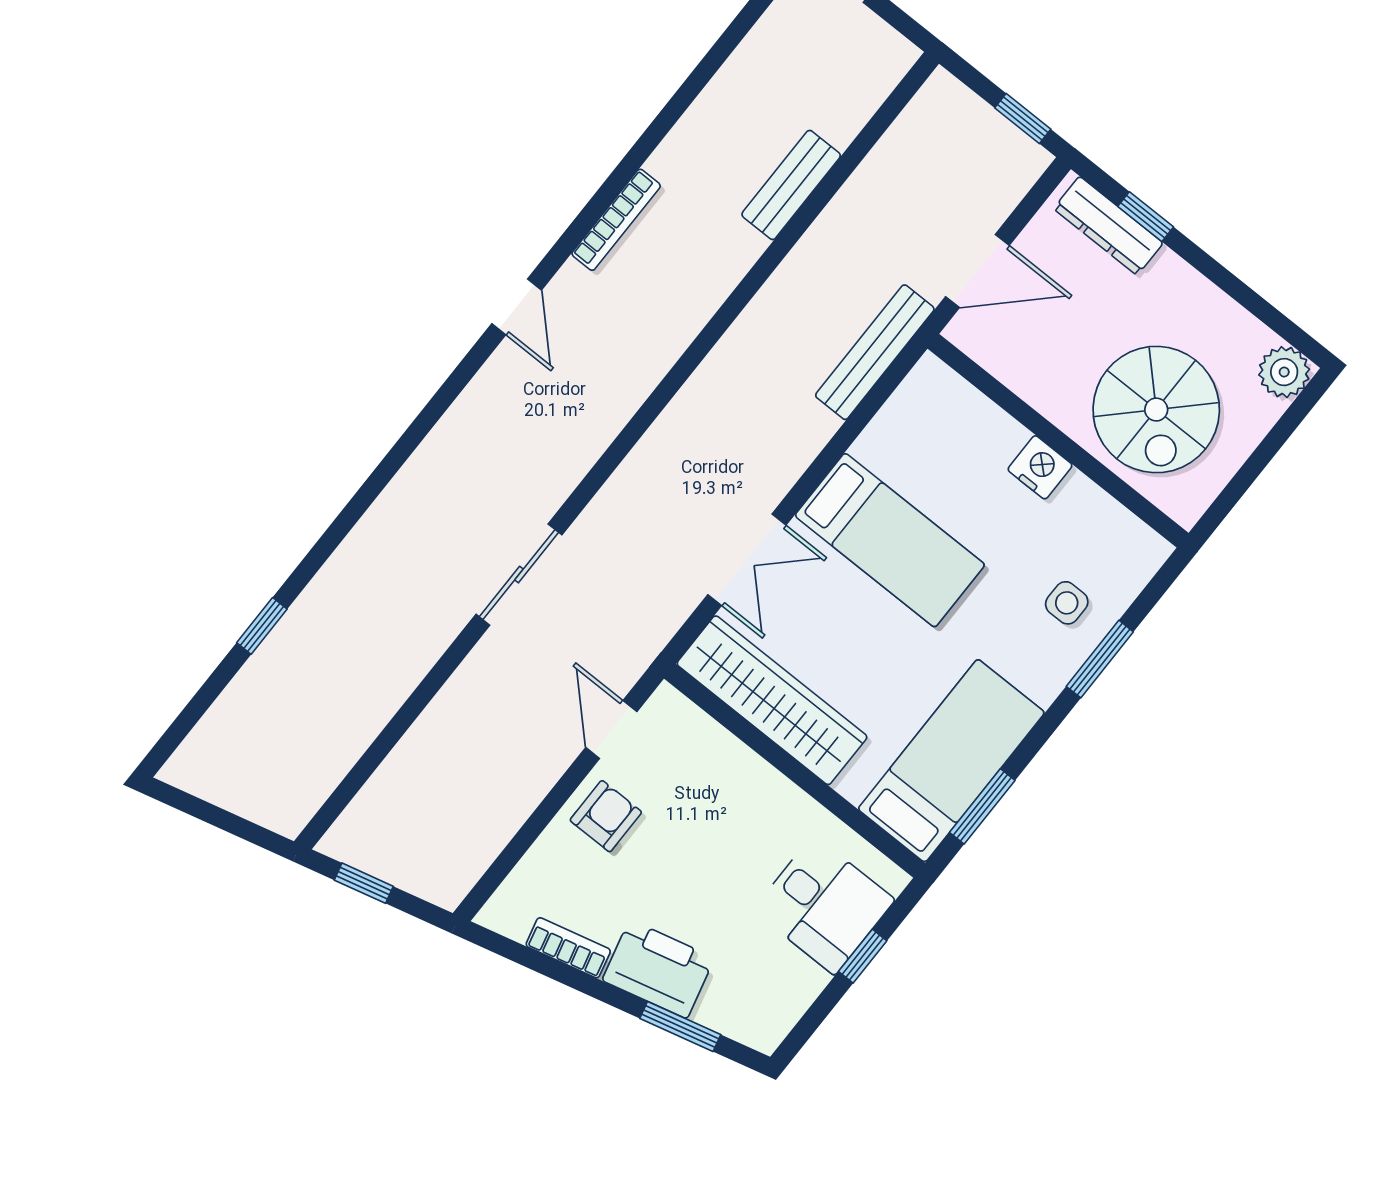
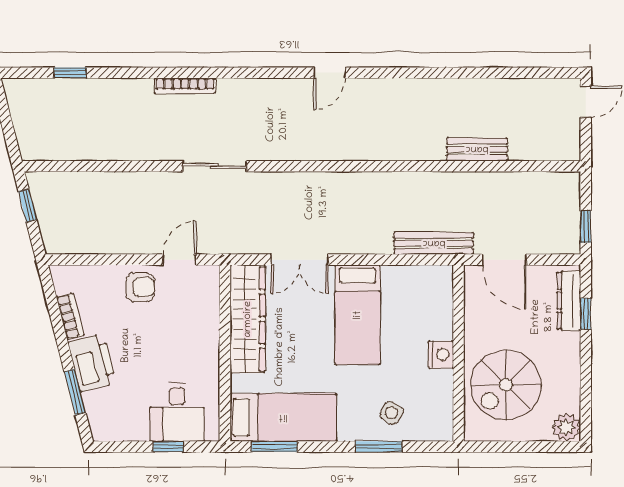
bookcase: (616, 220) -> (185, 86), moved
side table: (1067, 603) -> (391, 413), turned 33
window: (262, 626) -> (70, 73), moved

